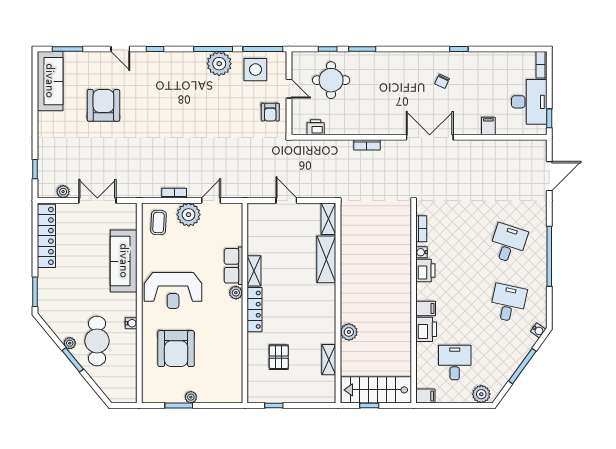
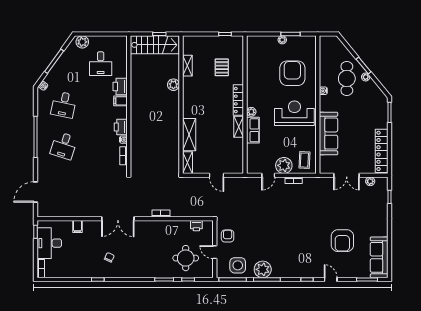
filing cabinet: (425, 396) -> (121, 41), removed

